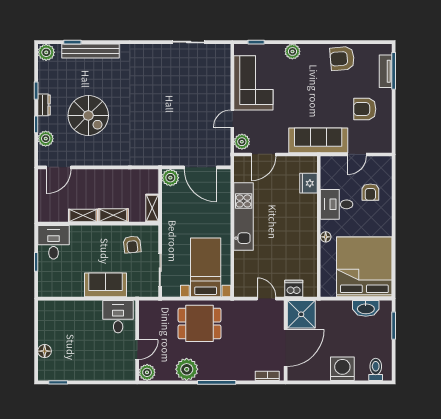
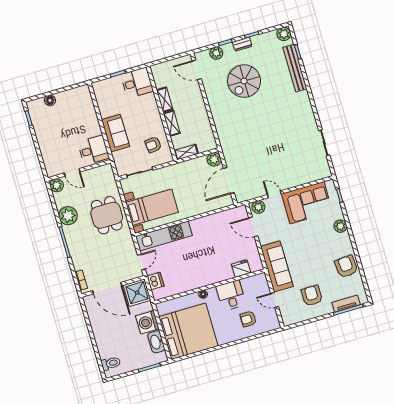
kitchen unit: (244, 216) -> (164, 236), moved
washing machine: (342, 369) -> (147, 322), moved, turned 180

